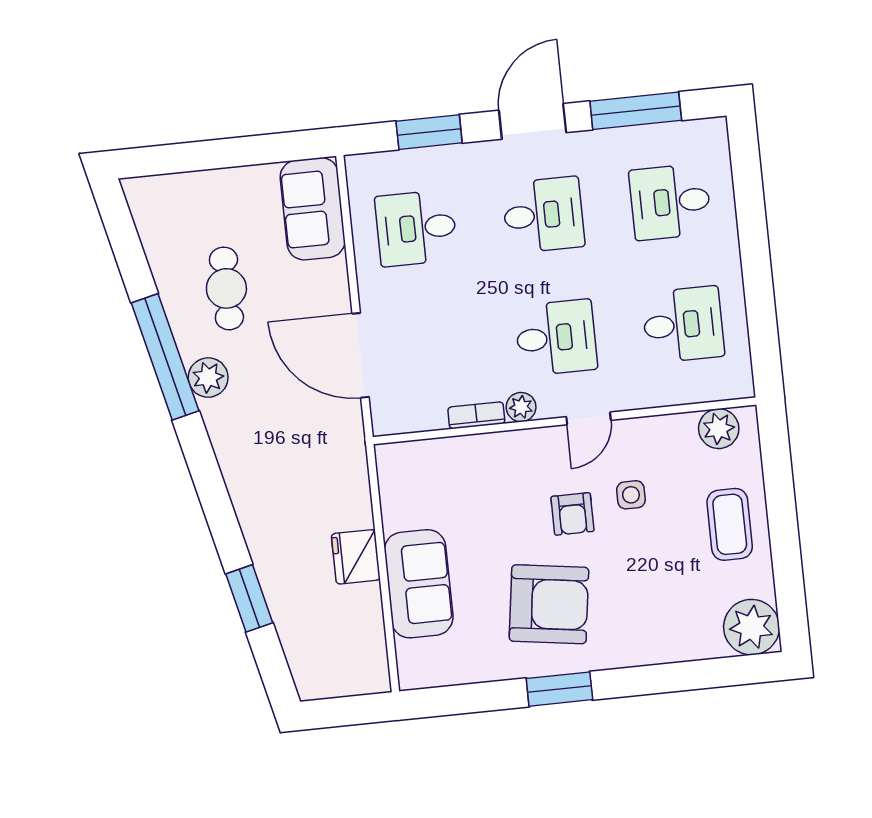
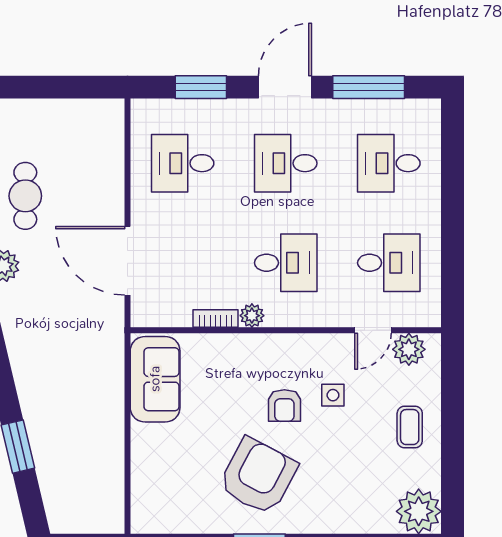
sofa: (313, 209) -> (101, 139), removed
desk: (543, 215) -> (286, 163), turned 180
door: (588, 418) -> (373, 330), moved
coffee table: (730, 524) -> (410, 427), width x0.73, depth x0.77
fridge: (356, 557) -> (107, 422), removed
sofa: (419, 584) -> (155, 379), moved
armchair: (549, 604) -> (258, 476), turned -70

